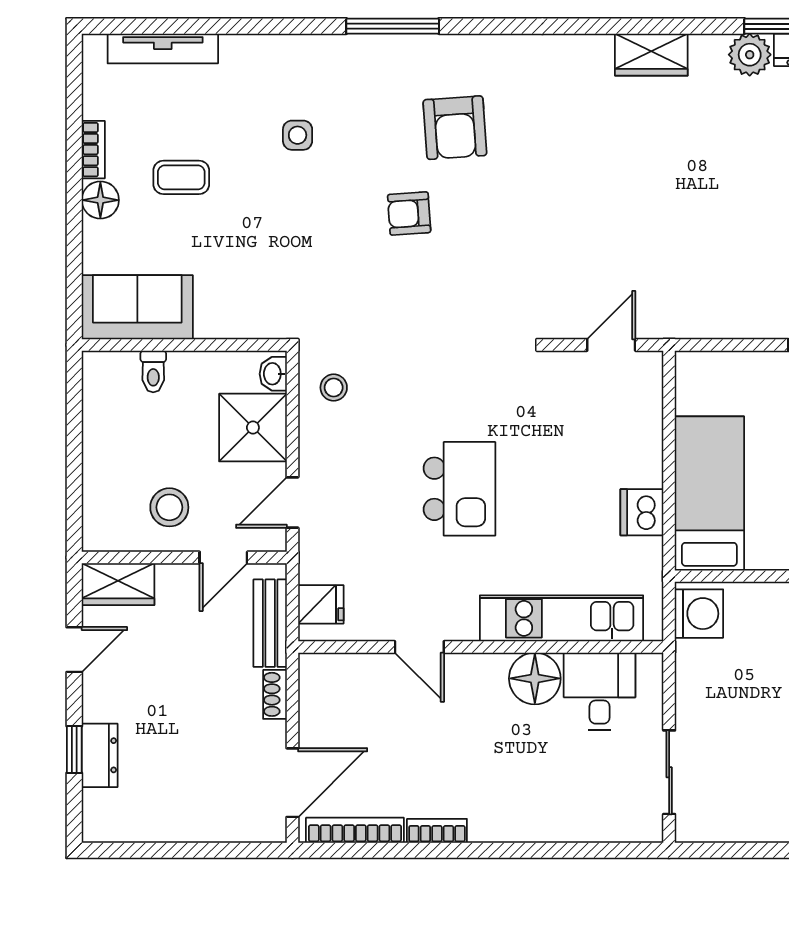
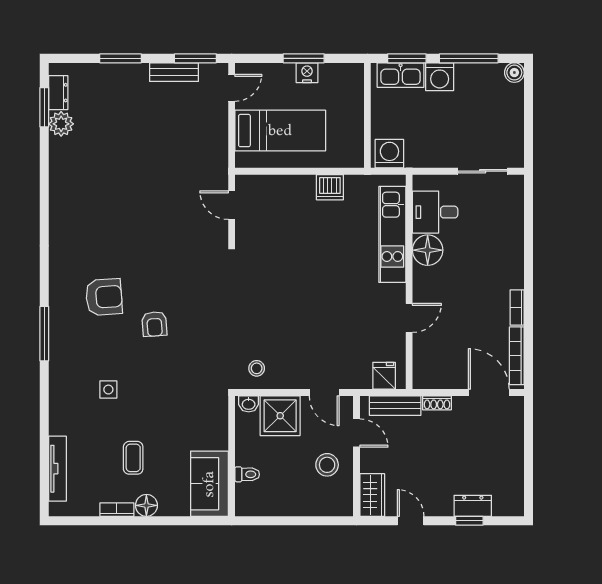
wardrobe: (651, 55) -> (61, 182), removed
kitchen island: (459, 489) -> (316, 294), removed
bed: (709, 493) -> (280, 131), moved, turned 180

